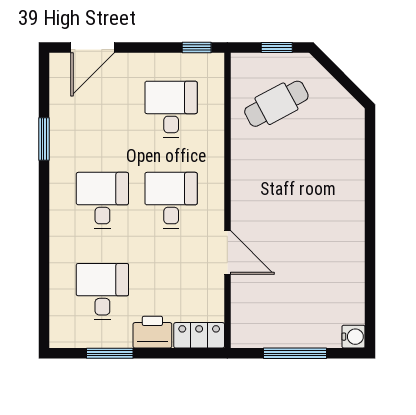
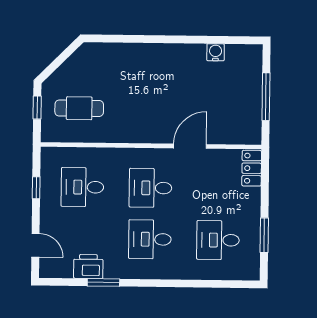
door: (93, 48) -> (35, 245), width x0.73
window: (197, 48) -> (36, 188), moved
cafe table: (276, 104) -> (79, 108), turned -62
printer: (152, 332) -> (88, 266), moved, turned 90
water cooler: (353, 337) -> (216, 52), moved

